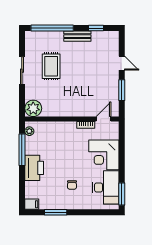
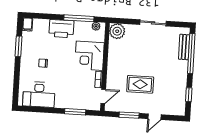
bench: (77, 36) -> (184, 47), moved
rug: (51, 66) -> (140, 84), moved
door: (103, 119) -> (103, 96), hinge flipped
corner desk: (104, 155) -> (89, 56), moved, turned -90
window: (122, 194) -> (75, 112), moved

